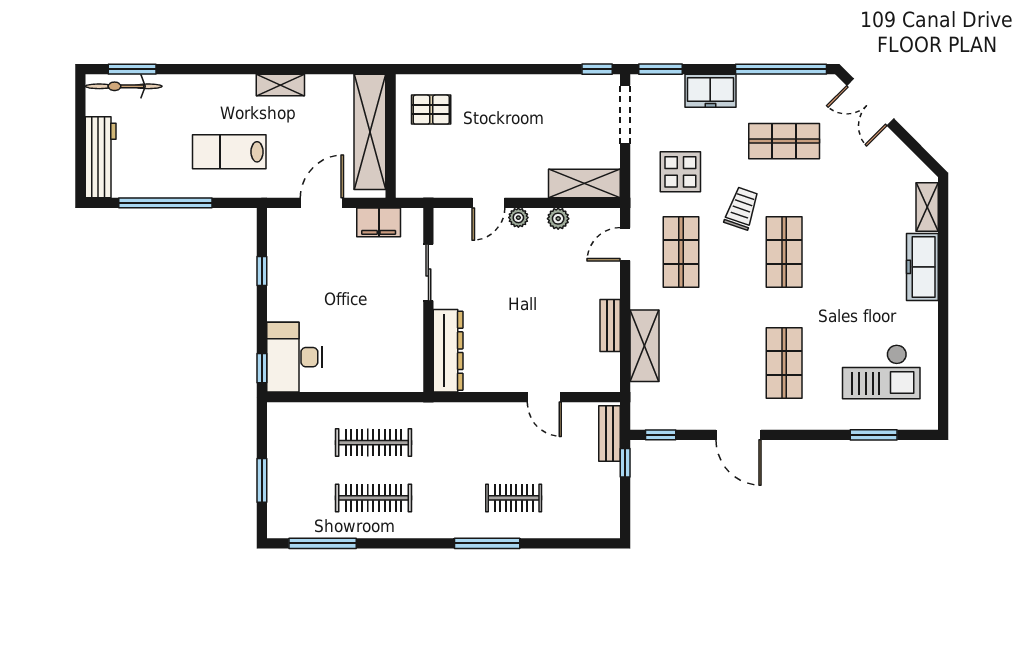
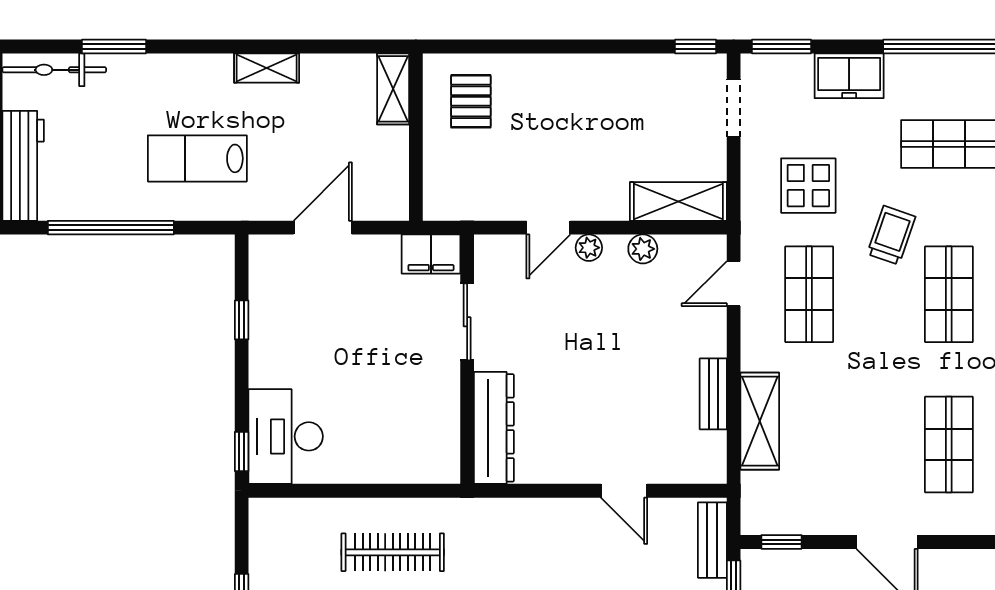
window: (132, 69) -> (114, 47), moved
pallet: (431, 110) -> (471, 101), turned 90
doorway: (625, 115) -> (734, 108), width x0.73
shelving: (370, 132) -> (393, 89), width x0.45, depth x0.75
filing cabinet: (379, 222) -> (431, 254), moved

